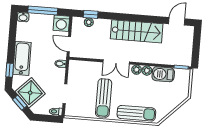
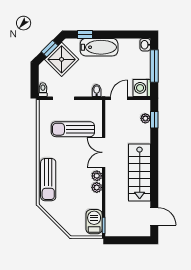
barbecue: (163, 74) -> (94, 222), moved
sun lounger: (104, 98) -> (73, 129), moved

